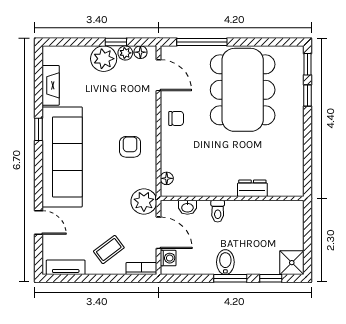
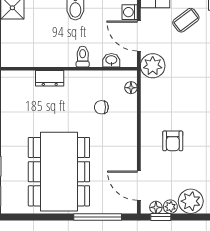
window: (116, 42) -> (161, 217), moved
chair: (176, 118) -> (101, 107), moved
armchair: (130, 147) -> (173, 141), moved

